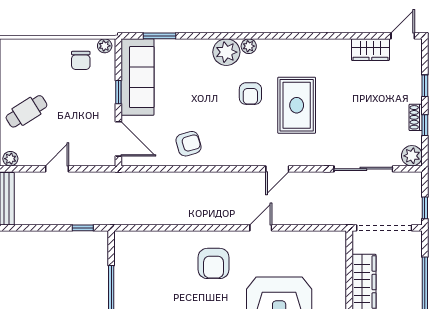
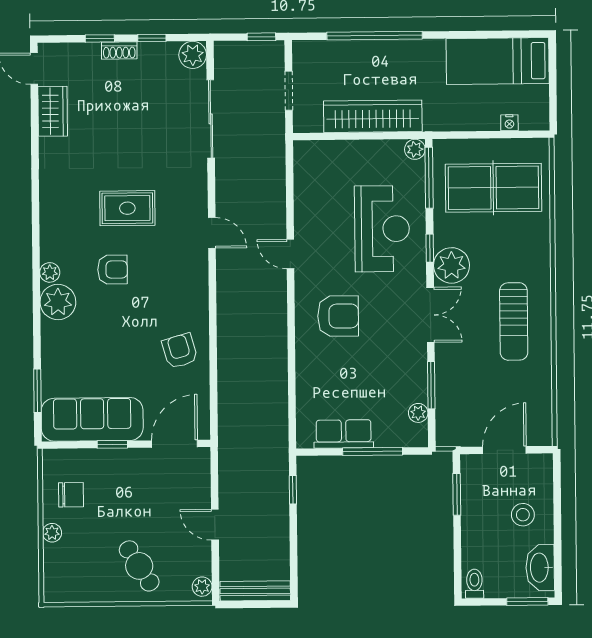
plant: (105, 46) -> (52, 533), moved
rug: (297, 105) -> (127, 208), width x0.73, depth x0.70
shoe rack: (416, 117) -> (119, 51), moved
doorway: (384, 228) -> (289, 91), width x0.53
row of seats: (124, 267) -> (344, 434), added

